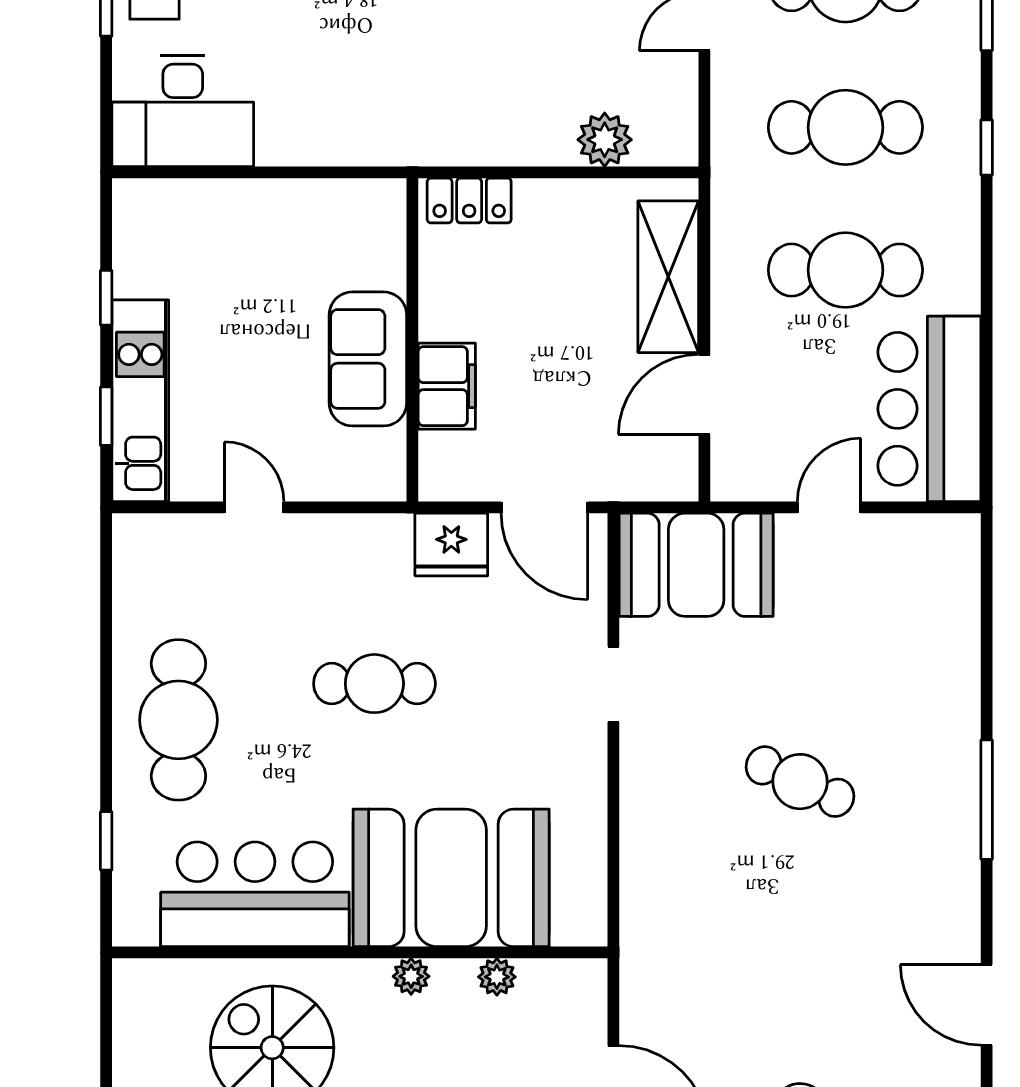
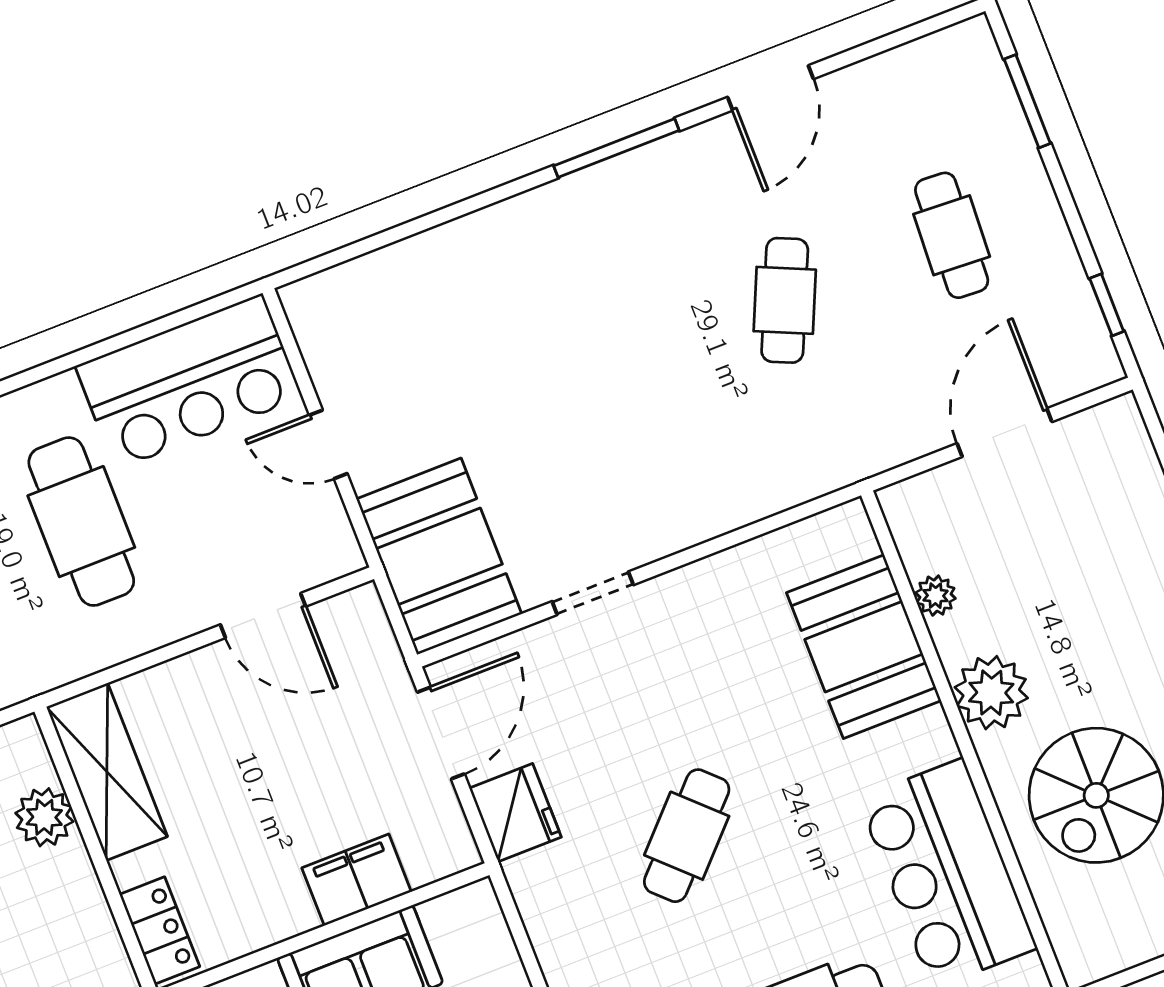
shelving: (668, 277) -> (107, 772), moved, turned 90
cafe table: (374, 684) -> (687, 836), turned 44
cafe table: (800, 782) -> (785, 300), moved
window: (987, 800) -> (616, 148), moved
booth: (451, 878) -> (864, 647), width x0.73, depth x0.70
plant: (411, 976) -> (991, 693), width x1.88, depth x1.88

